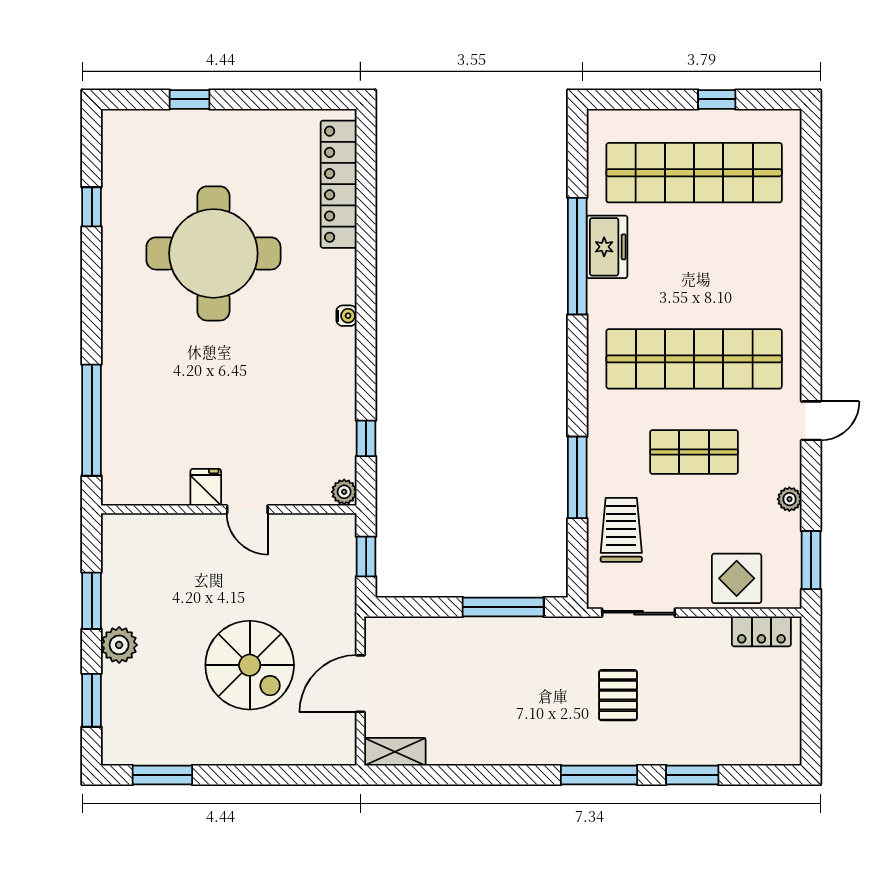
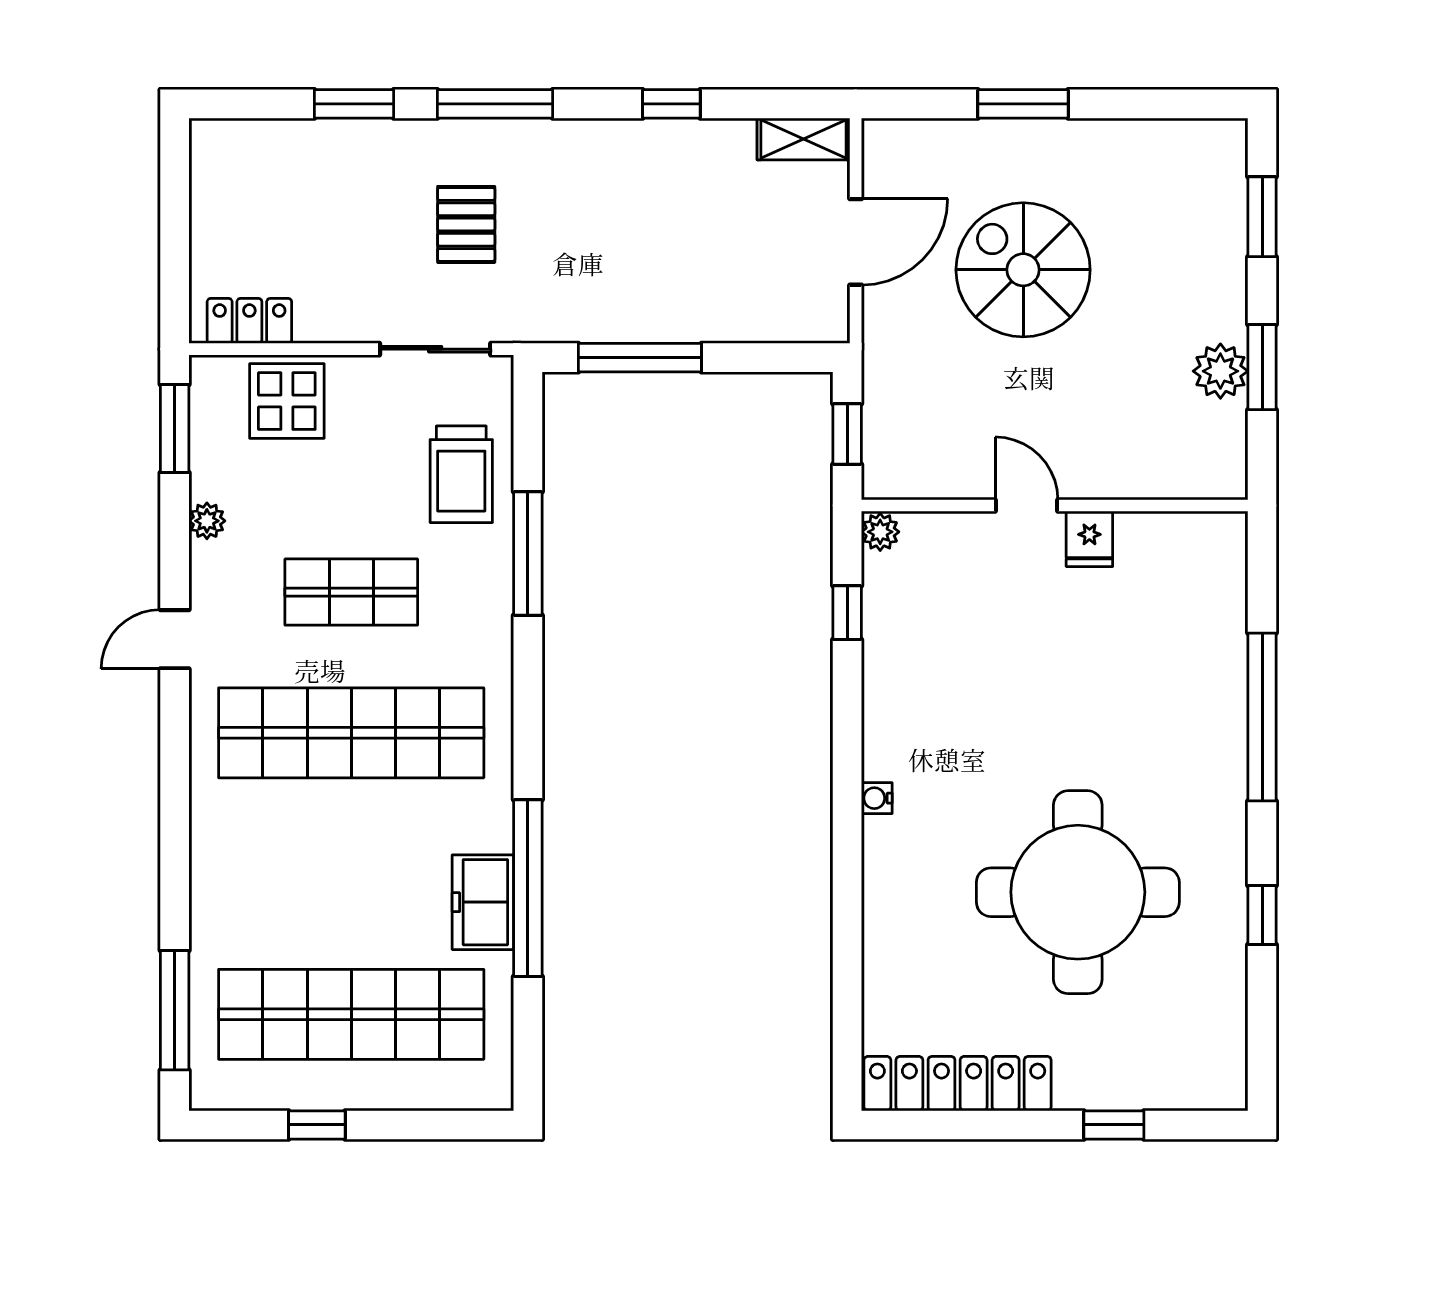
window: (811, 175) -> (175, 1010), added
locker: (339, 184) -> (958, 1084), moved, turned -90
window: (92, 207) -> (1262, 915), moved
window: (92, 420) -> (1262, 717), moved
plant: (119, 645) -> (1220, 371), moved
window: (162, 775) -> (1023, 104), moved
window: (482, 775) -> (671, 104), added

